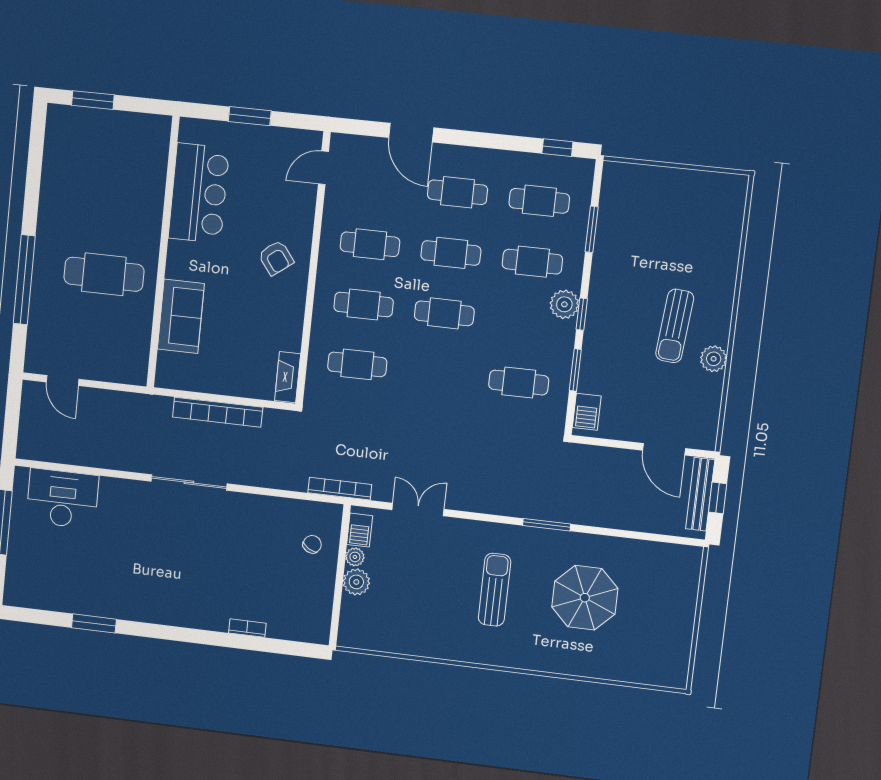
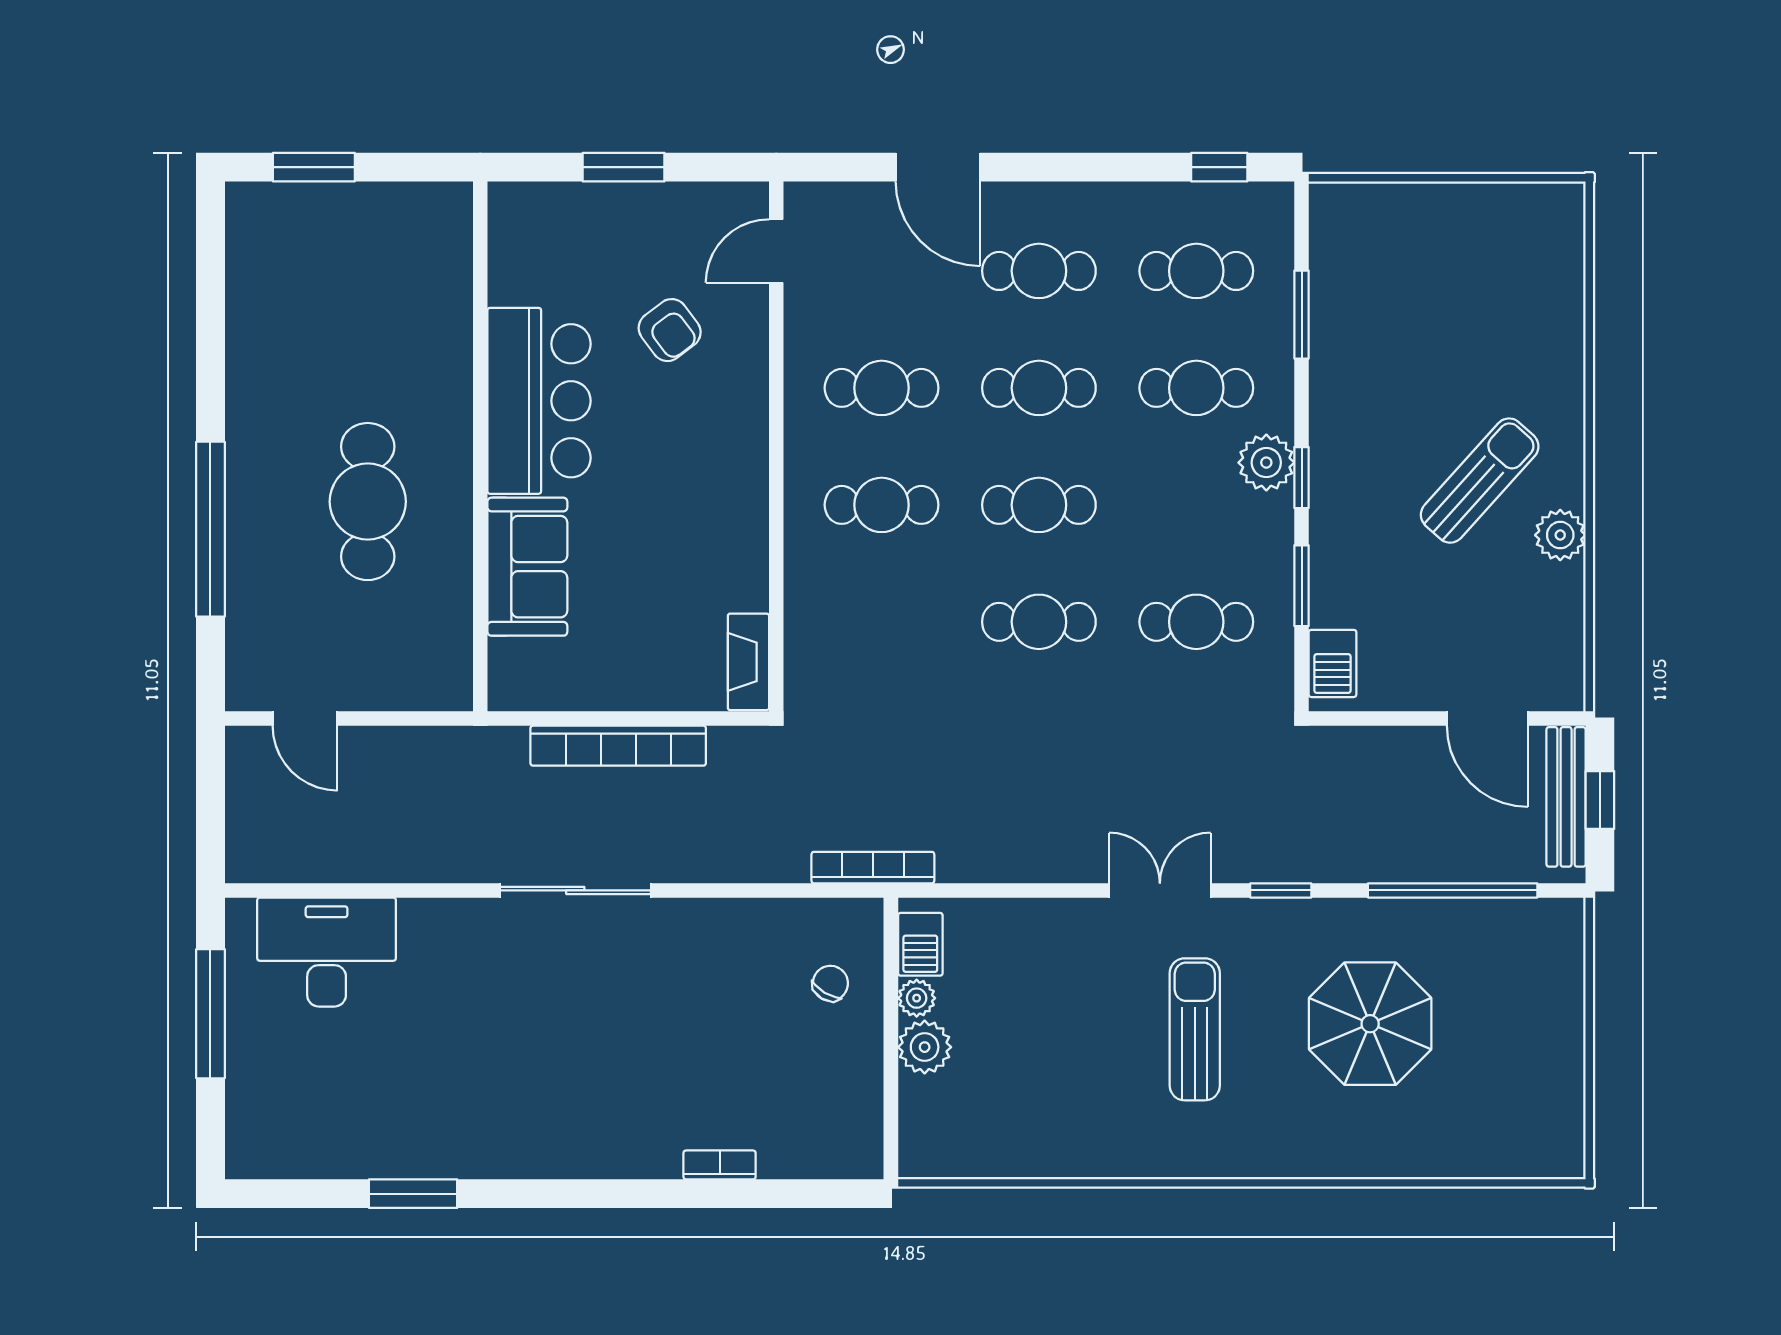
bar counter: (199, 193) -> (539, 401), moved
armchair: (276, 258) -> (670, 330), moved
cafe table: (104, 274) -> (368, 502), turned 90
sun lounger: (675, 326) -> (1480, 481), turned -143
cafe table: (357, 364) -> (1039, 622), moved
double door: (418, 510) -> (1160, 890), moved
window: (547, 525) -> (1281, 890), width x0.67
window: (635, 535) -> (1453, 890), added

